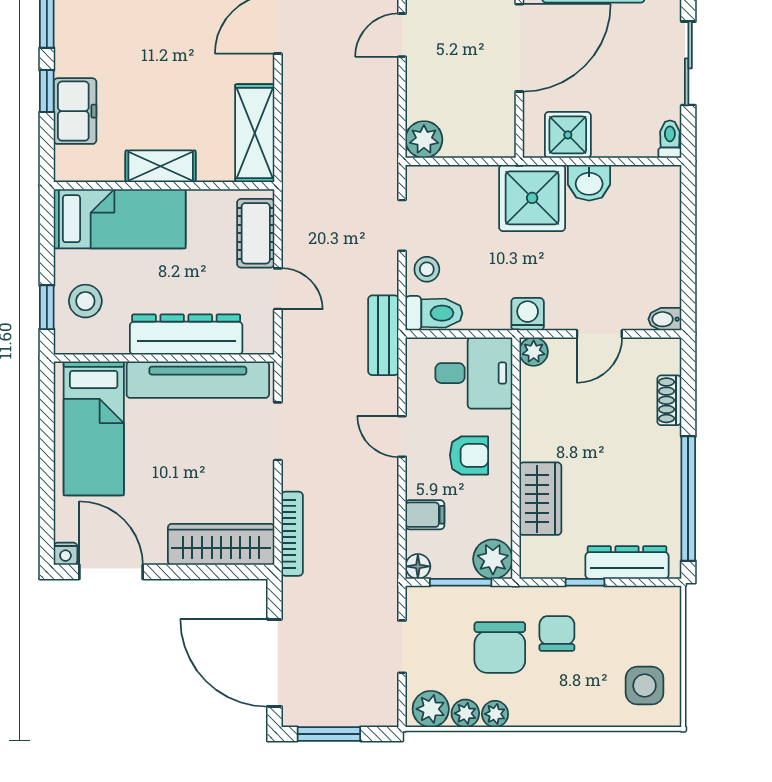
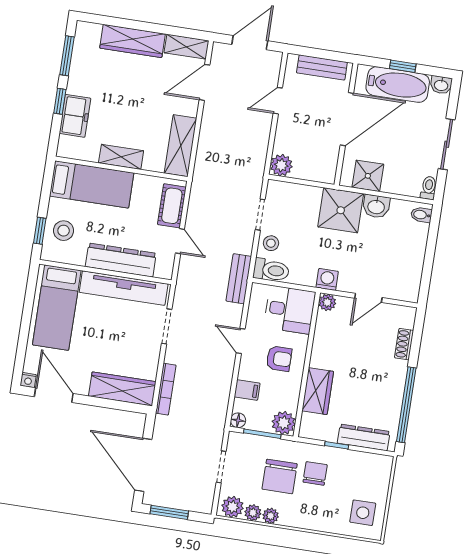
bidet: (665, 319) -> (421, 215), moved

